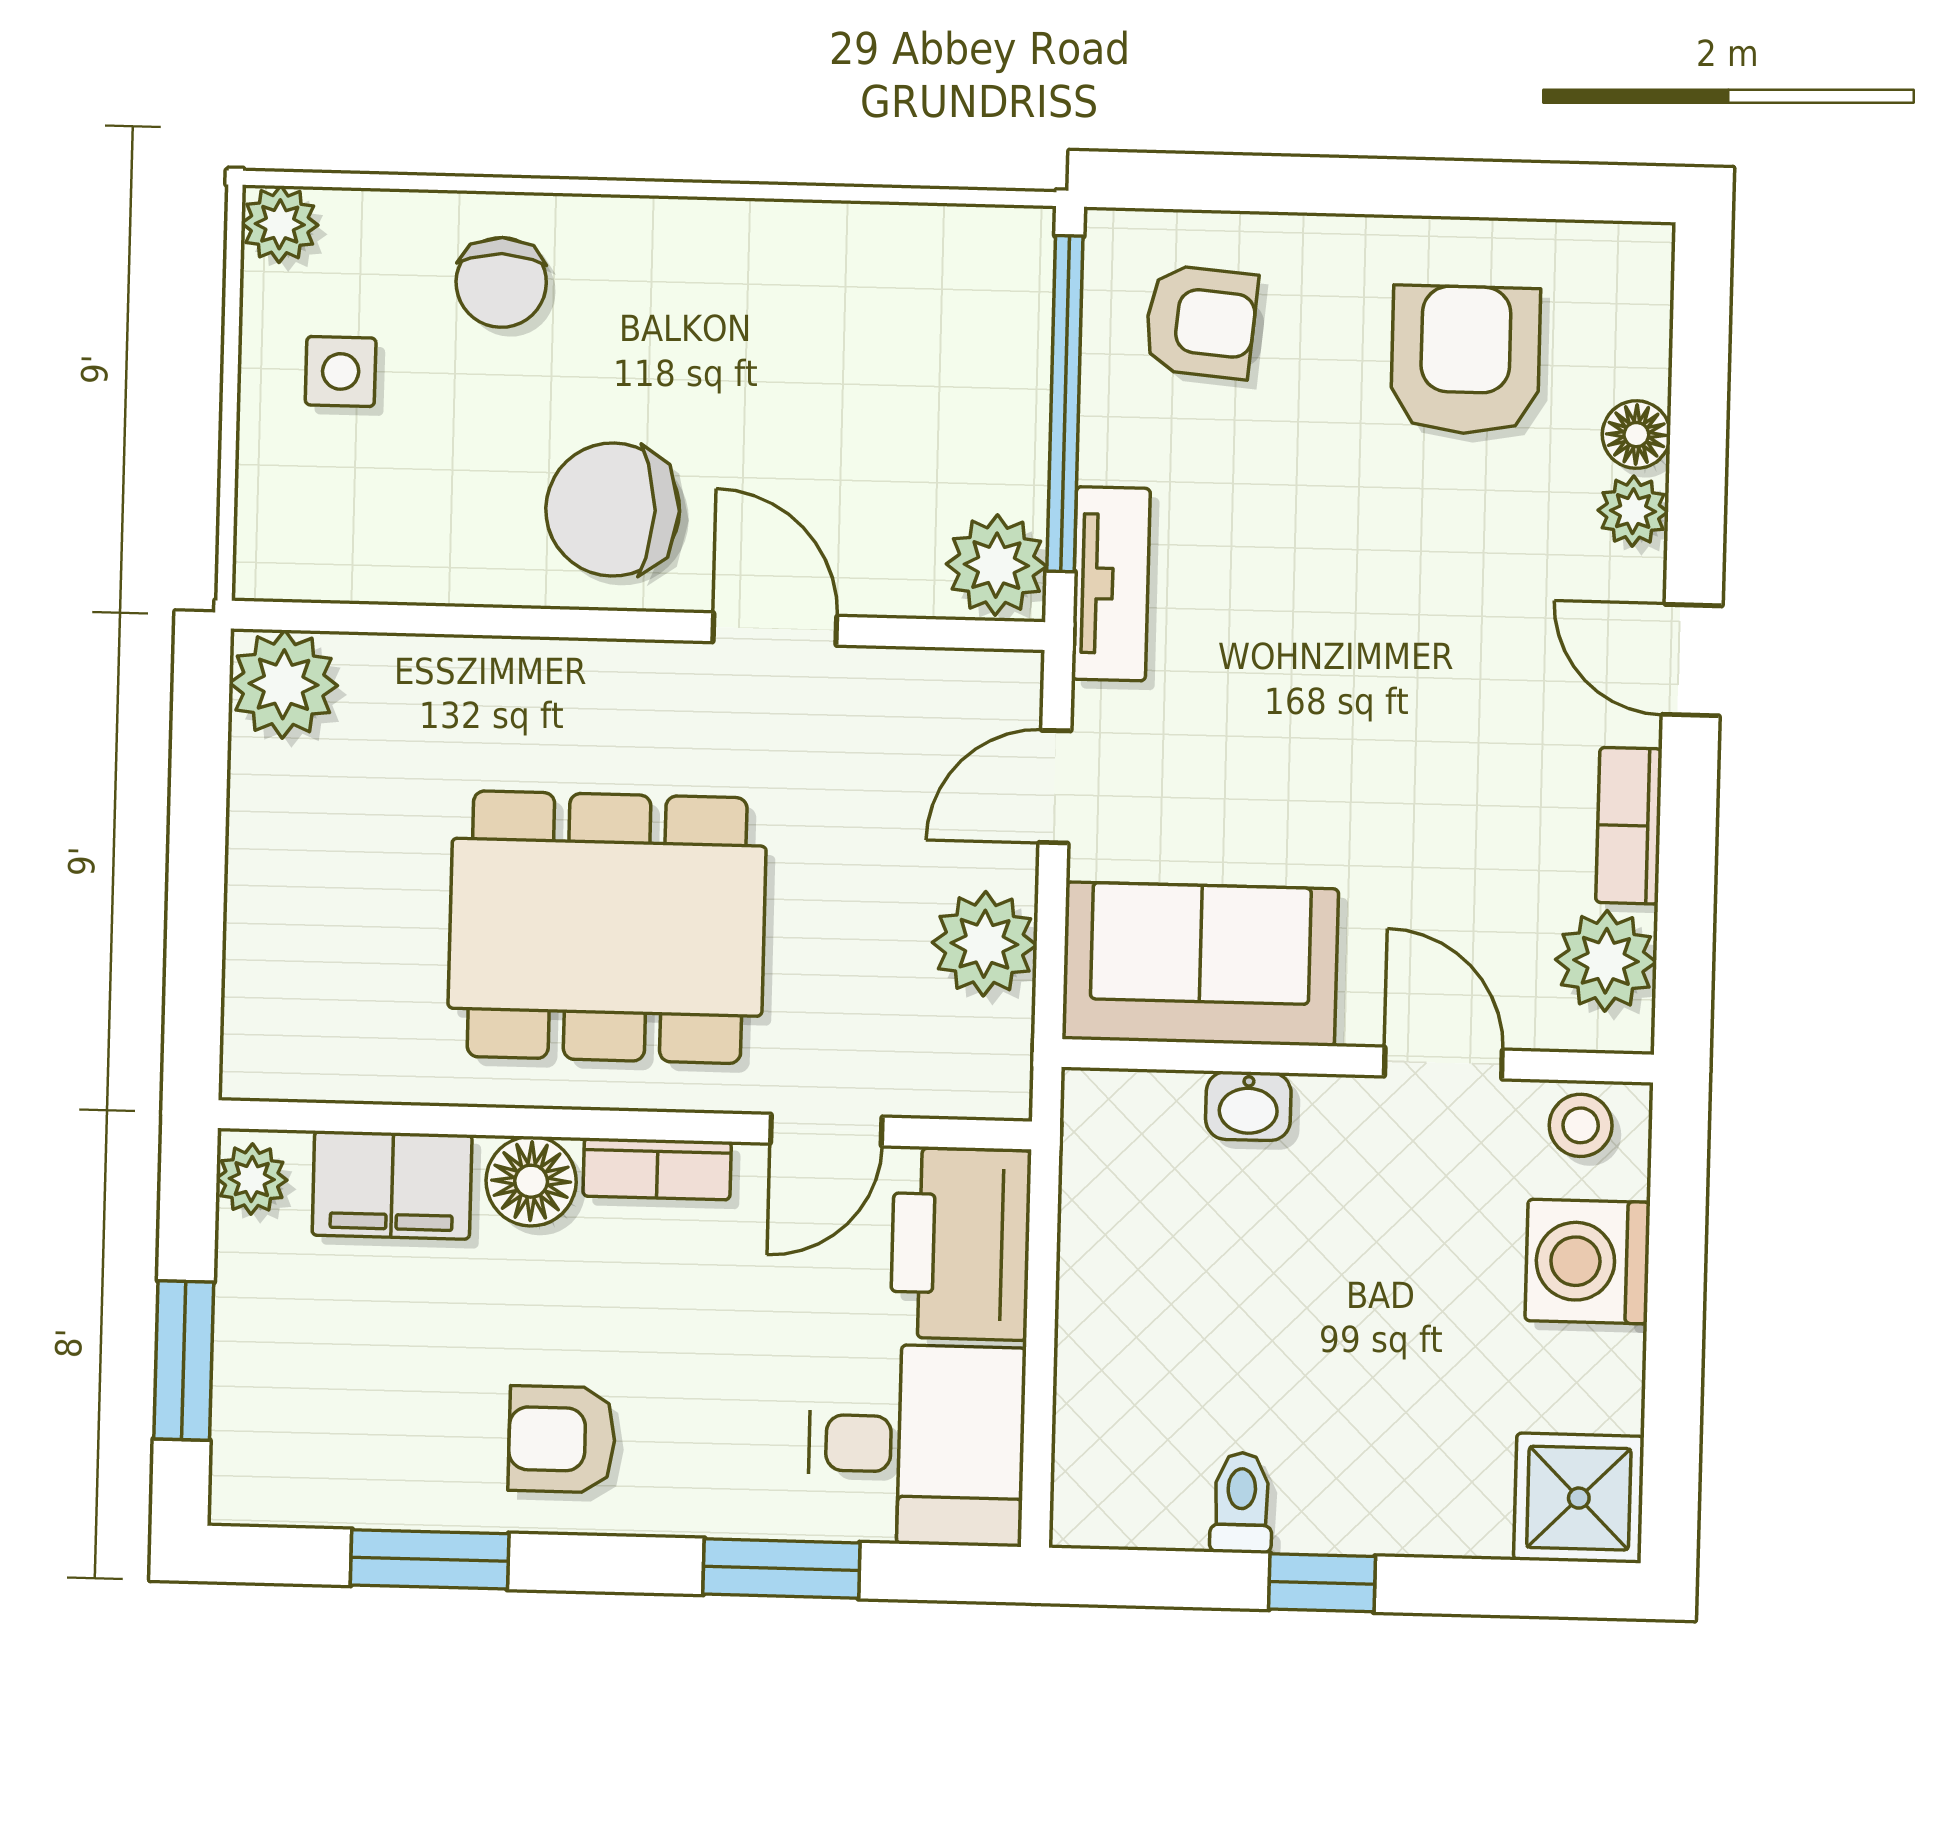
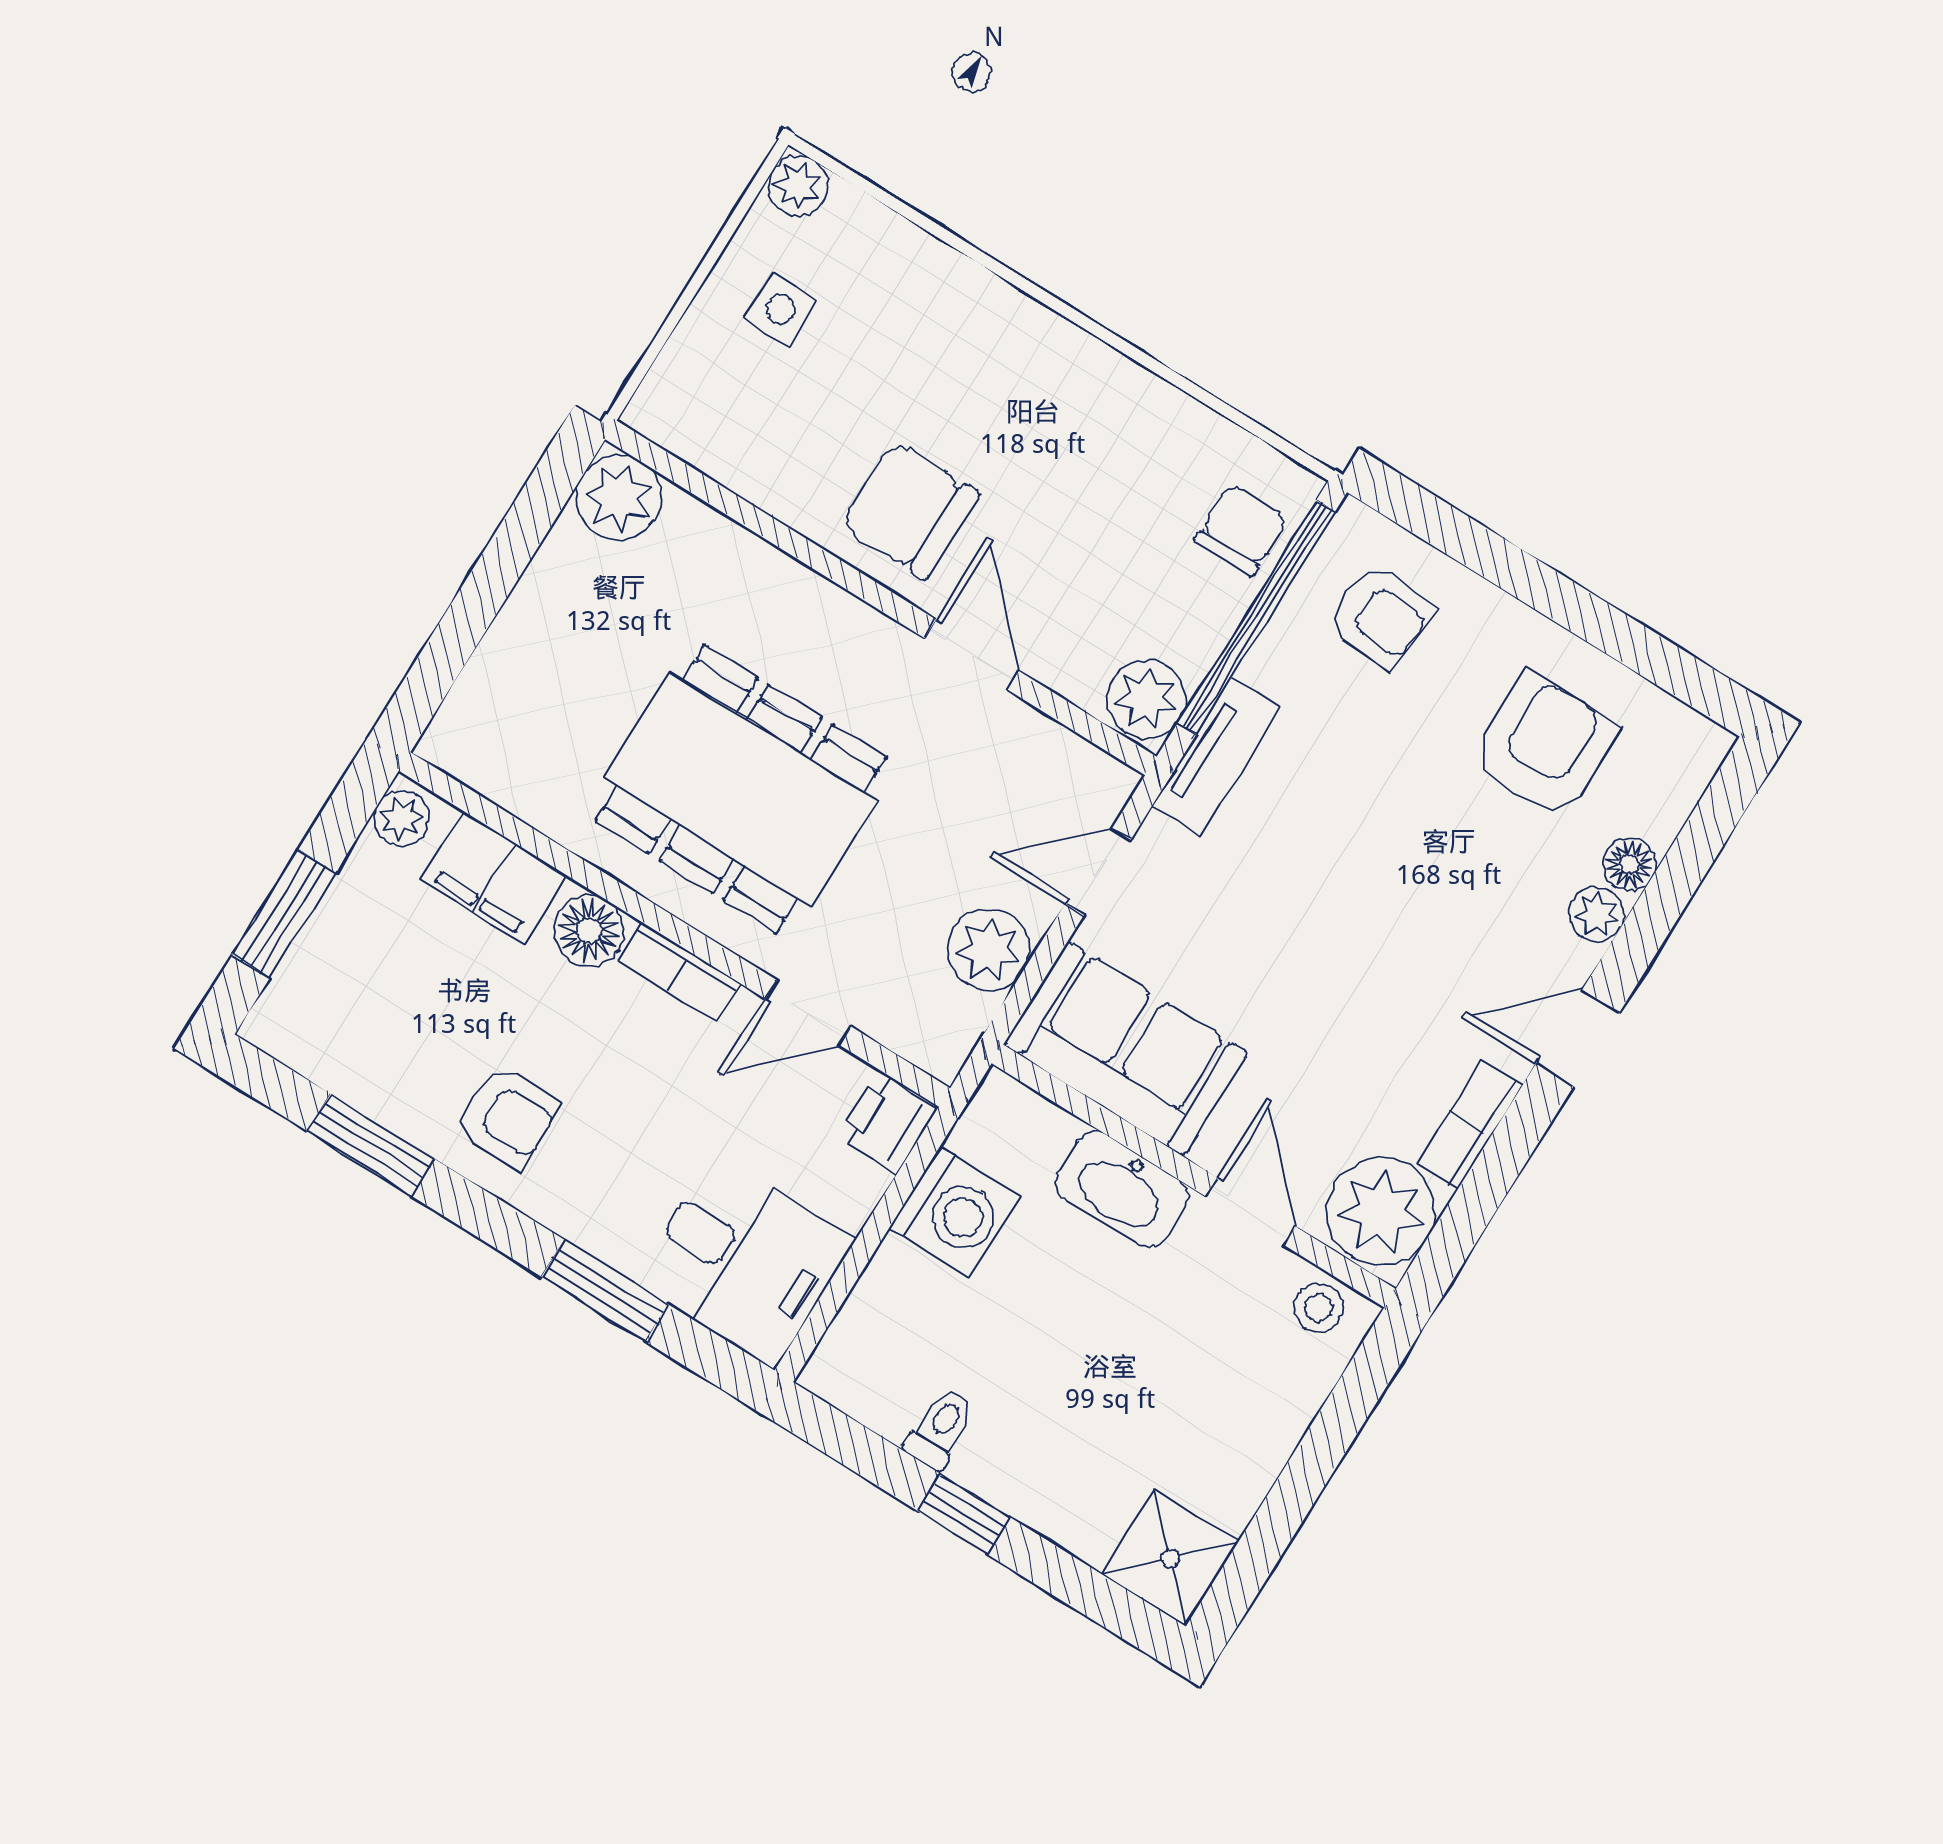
chair: (501, 282) -> (1241, 530), moved, turned 180
door: (1692, 660) -> (1578, 1038), hinge flipped
plant: (1606, 961) -> (1381, 1211), width x1.36, depth x1.36
washbasin: (1248, 1106) -> (1122, 1189), width x1.91, depth x1.45
printer: (961, 1244) -> (887, 1122), width x0.53, depth x0.68
washing machine: (1588, 1261) -> (955, 1212), moved, turned 180
armchair: (562, 1439) -> (508, 1116), turned 180

